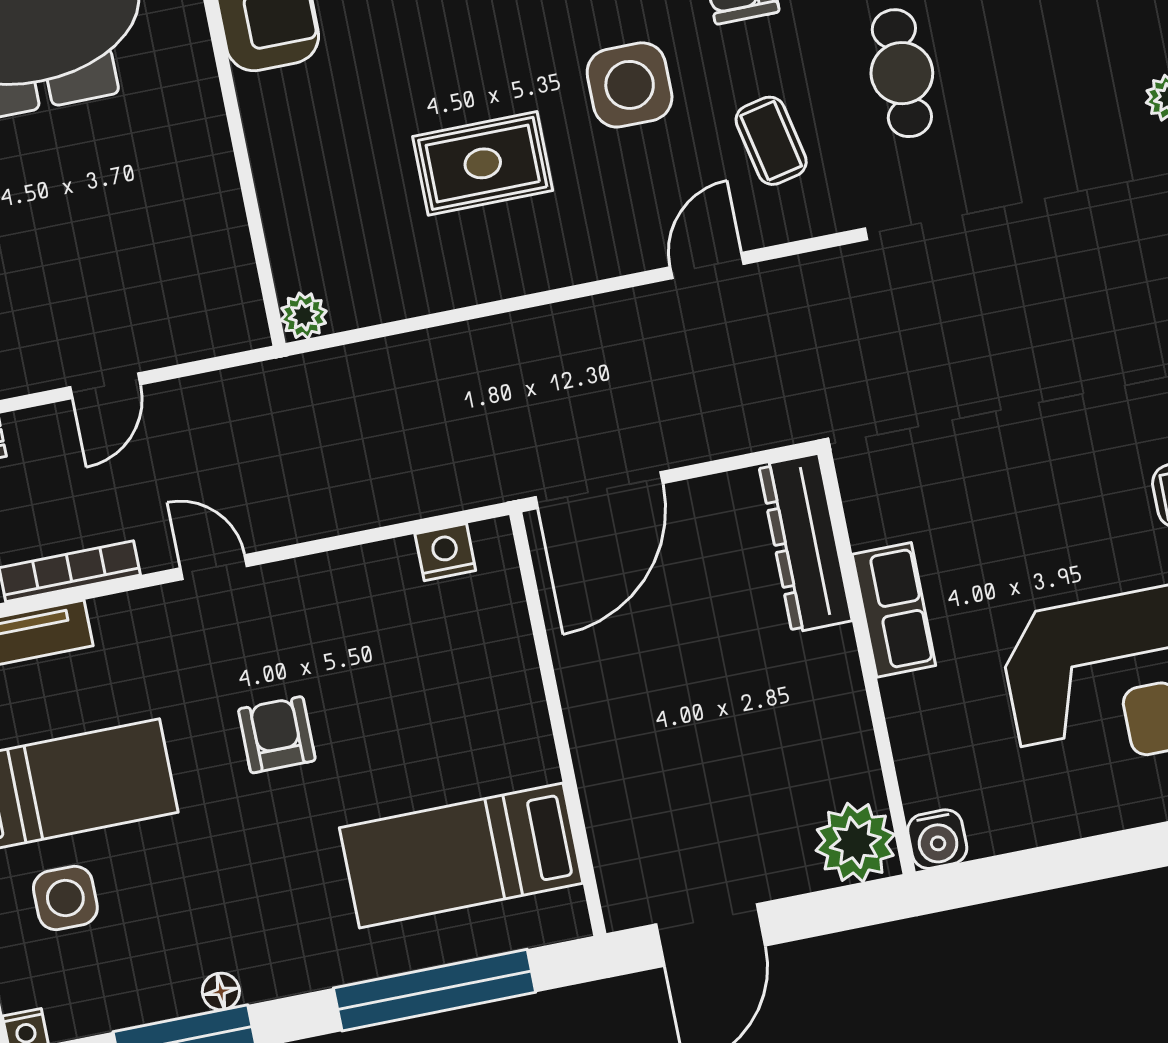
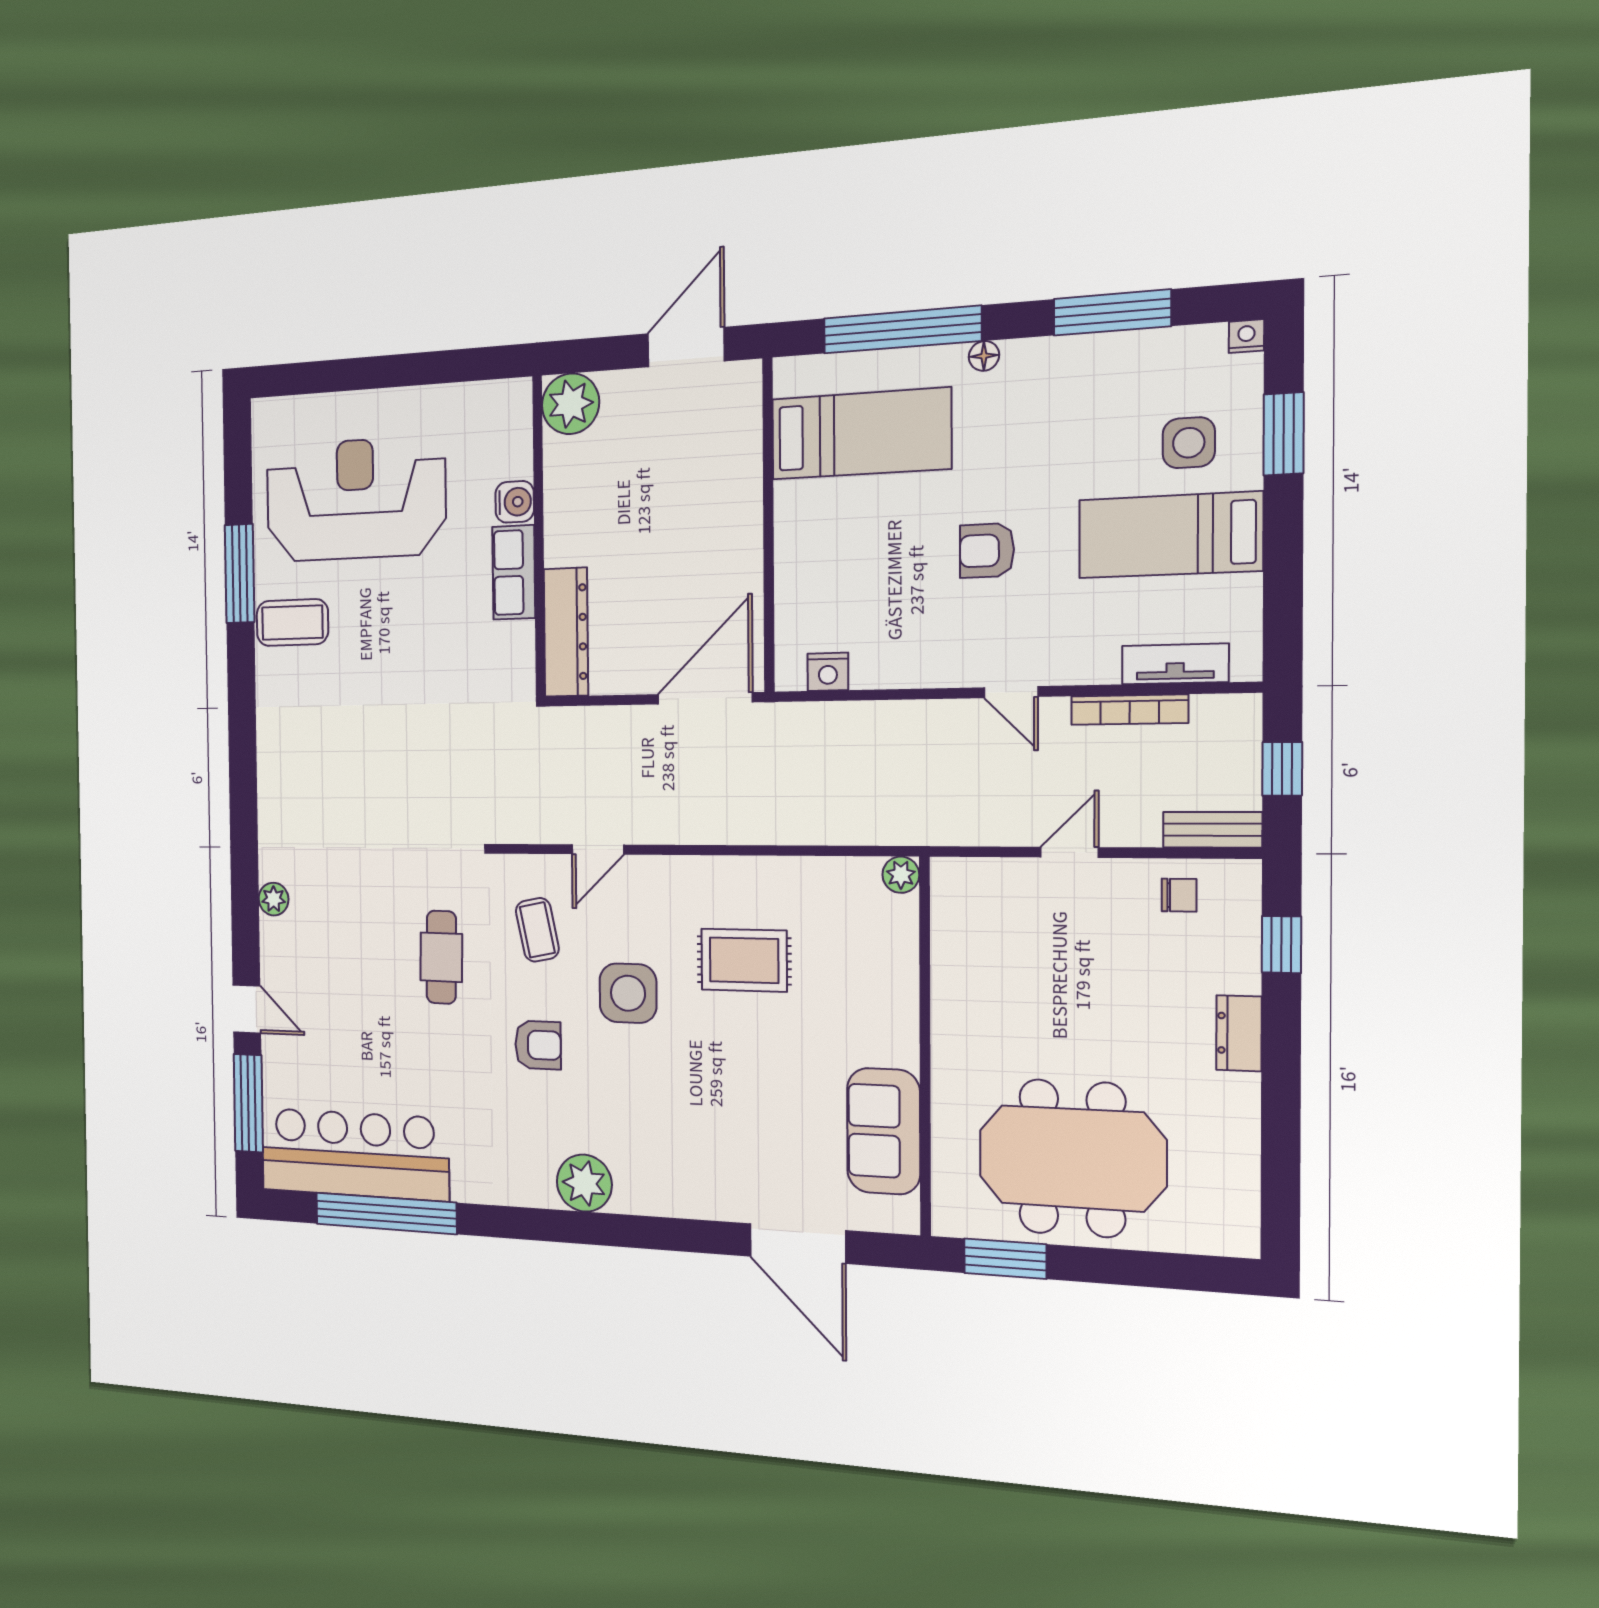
armchair: (277, 735) -> (987, 551), turned 90
water cooler: (937, 839) -> (515, 502), moved, turned 90
floor lamp: (221, 991) -> (984, 356), moved

